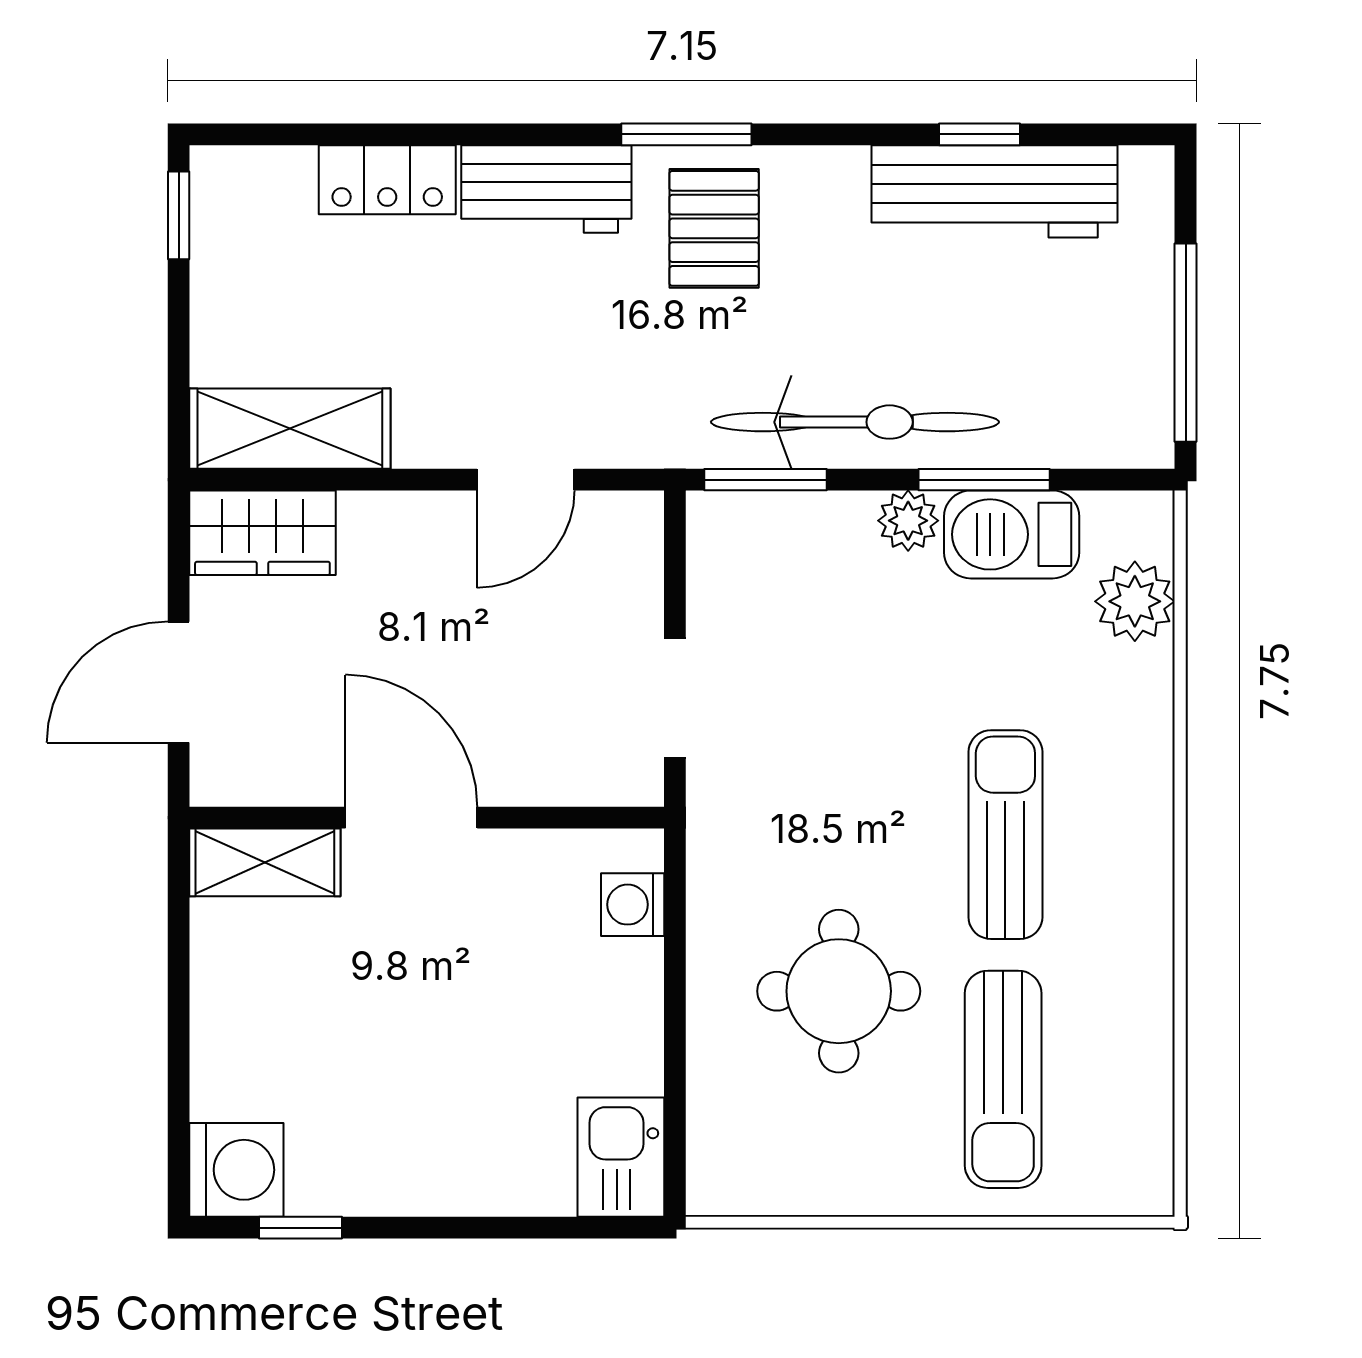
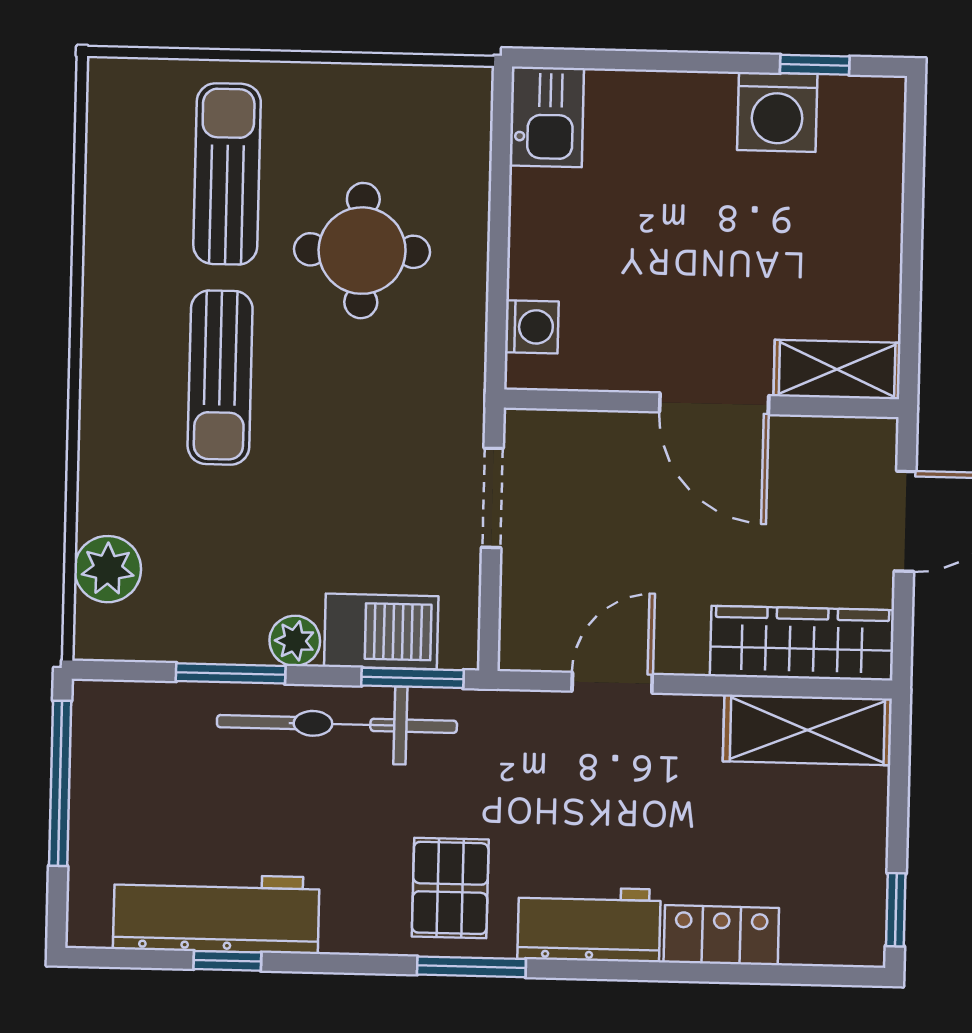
wardrobe: (262, 533) -> (802, 643), width x1.50
barbecue: (1012, 534) -> (381, 631), moved
washing machine: (236, 1170) -> (777, 112), moved, turned -90

